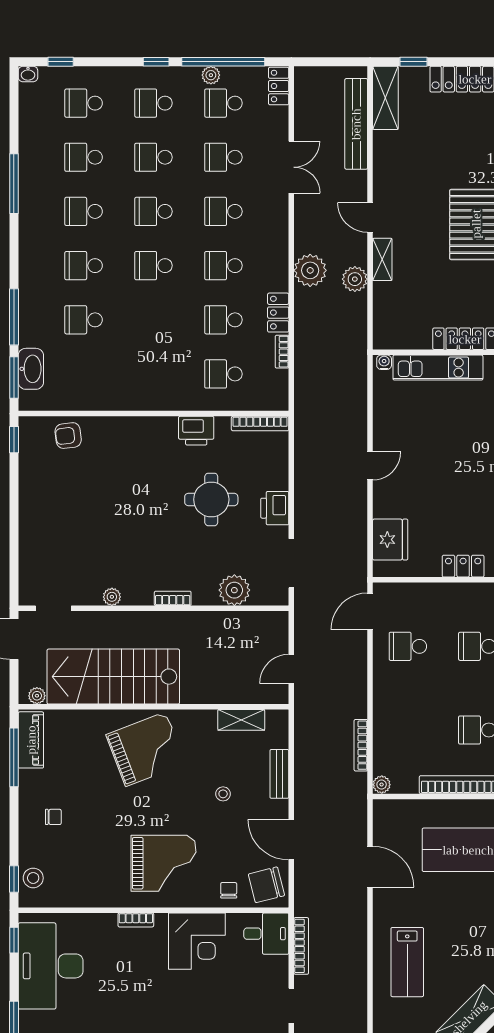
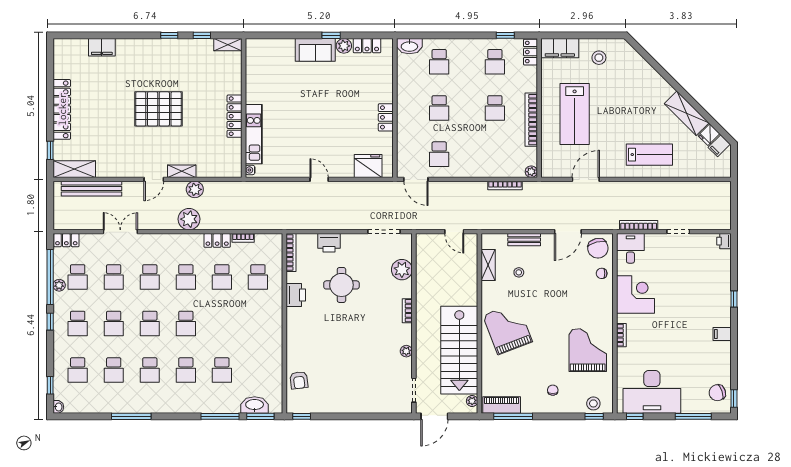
printer: (275, 508) -> (329, 243), moved
stool: (223, 794) -> (519, 272), moved
grand piano: (164, 863) -> (588, 350), moved

